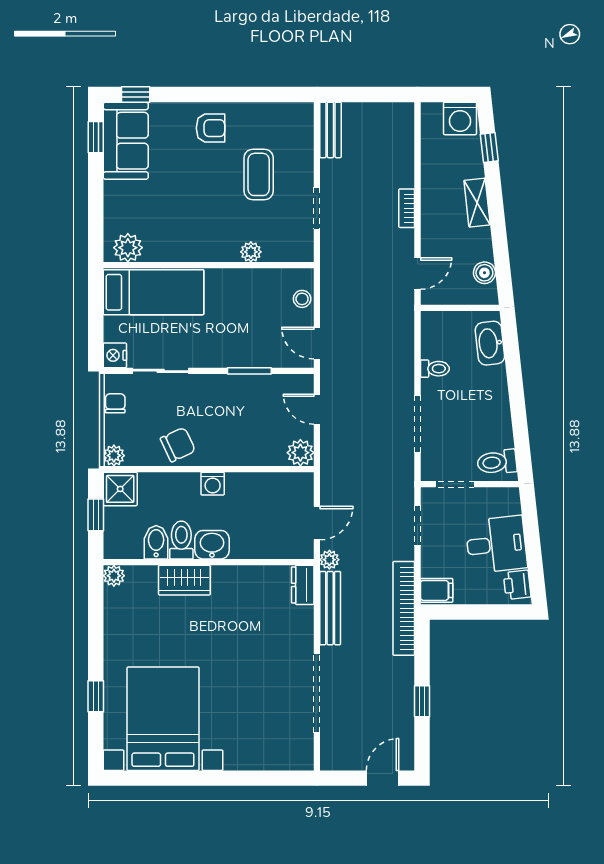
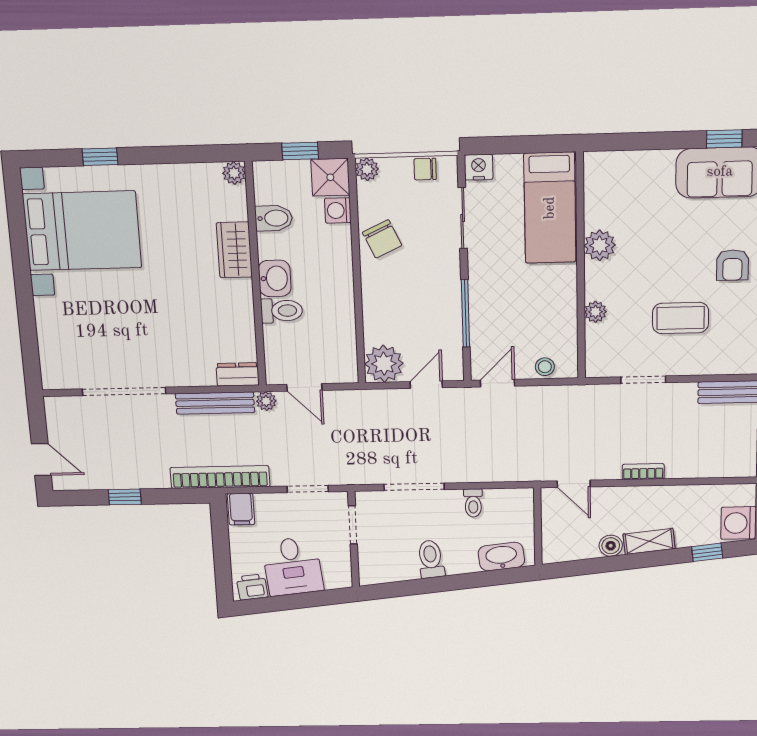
plant: (128, 248) -> (600, 245), moved
boiler: (484, 273) -> (611, 546), moved
window: (249, 371) -> (465, 313), width x1.44
chair: (115, 403) -> (425, 169), turned 180
plant: (300, 453) -> (384, 364), width x1.36, depth x1.36
toilet: (497, 462) -> (431, 559), moved
washing machine: (213, 484) -> (338, 210), moved
toilet: (181, 540) -> (282, 311), moved

